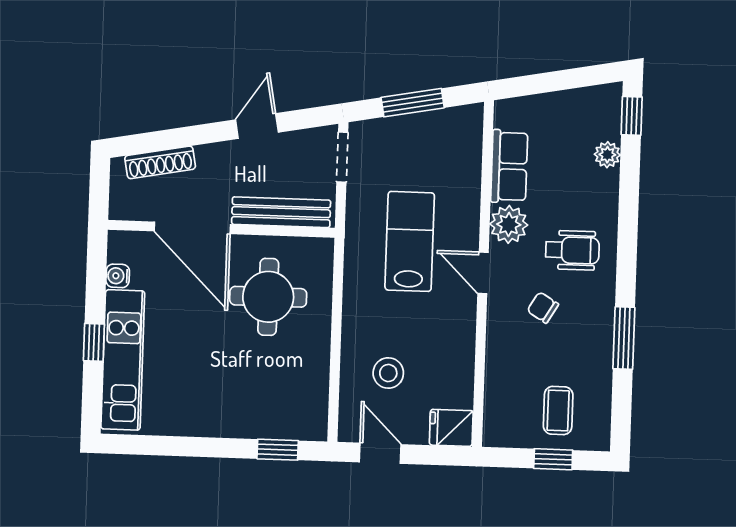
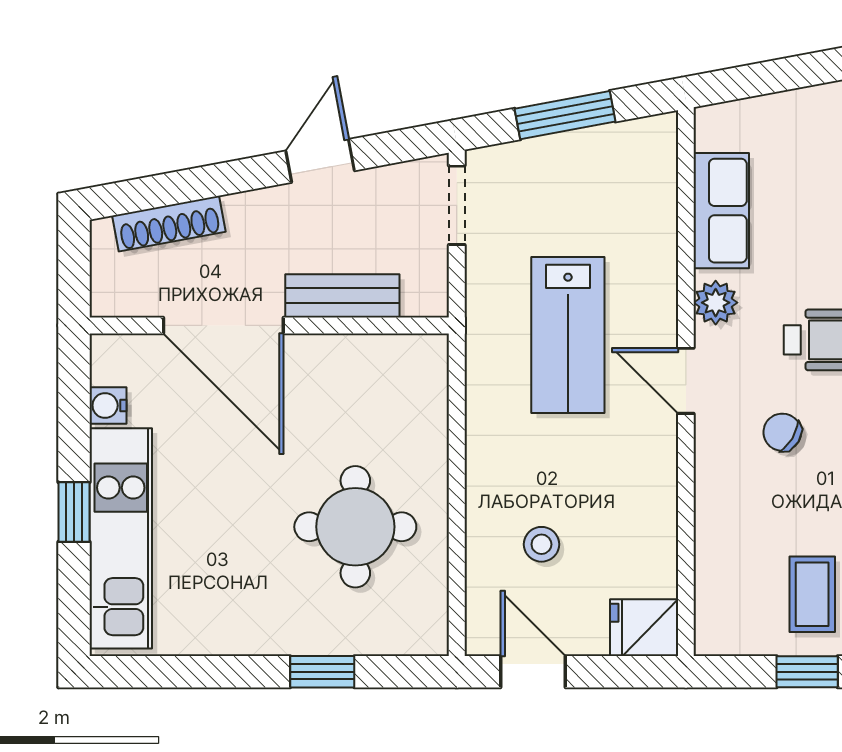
bench: (281, 212) -> (342, 296), width x0.73
plant: (509, 224) -> (716, 303), width x0.73, depth x0.73
lab bench: (410, 241) -> (568, 335), turned 180
round table: (268, 297) -> (355, 527), moved
stool: (388, 373) -> (541, 544), width x0.73, depth x0.73
window: (278, 450) -> (322, 672), moved

